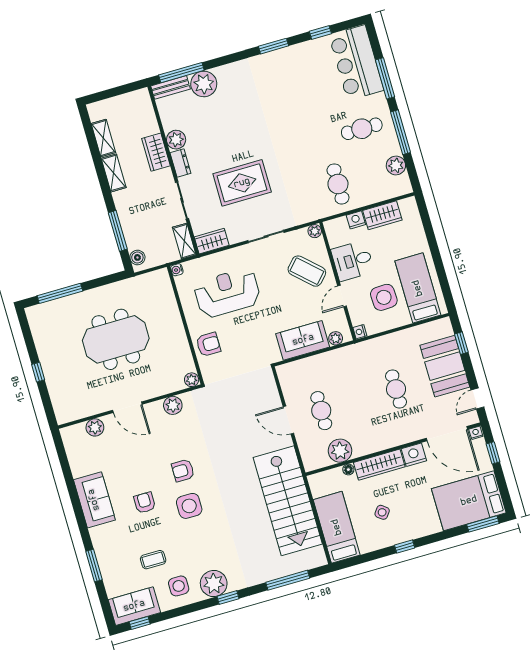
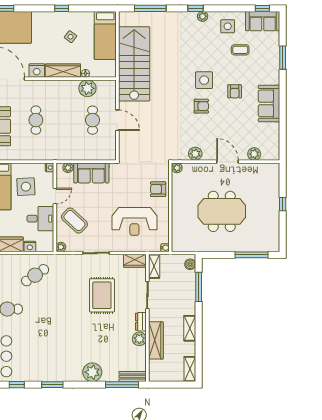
plant: (204, 84) -> (92, 372), moved
shelving: (103, 138) -> (190, 369), moved
wardrobe: (156, 152) -> (156, 340), width x1.50
rug: (242, 183) -> (102, 295), turned 90
cafe table: (338, 184) -> (35, 275), turned 56
plant: (214, 584) -> (203, 16), width x0.53, depth x0.53

